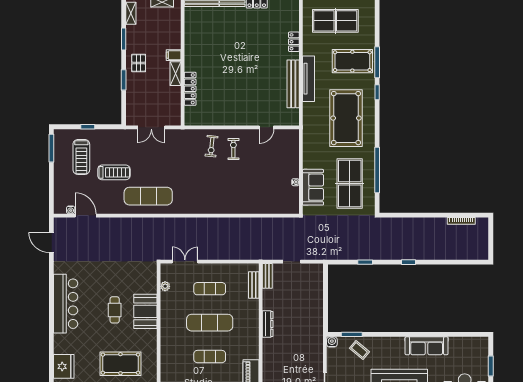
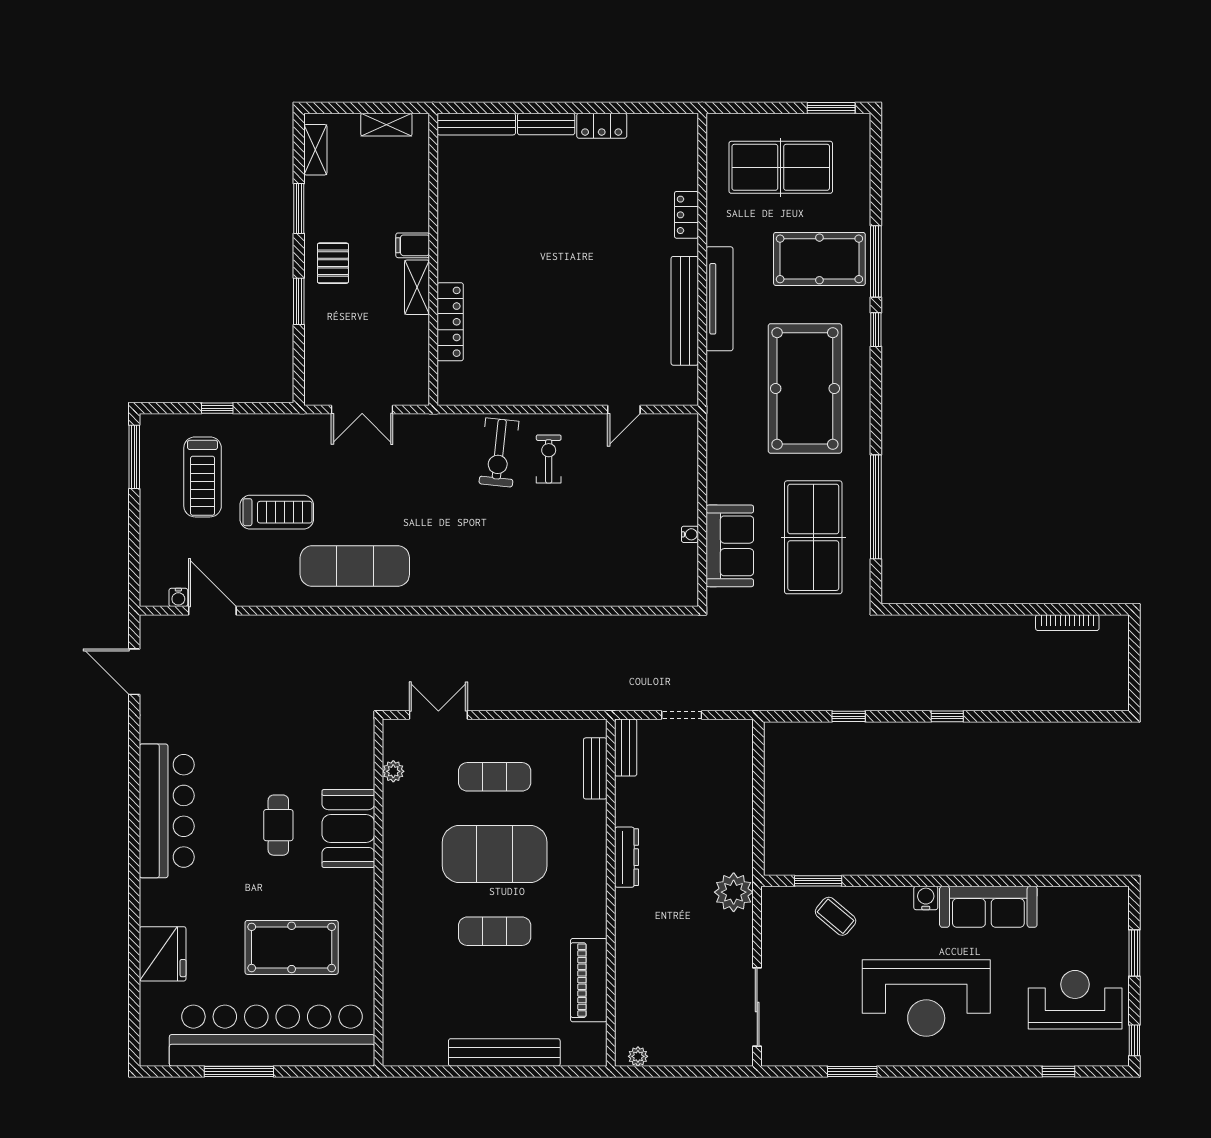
exercise bike: (212, 146) -> (499, 453), width x1.38, depth x1.39
exercise mat: (210, 323) -> (495, 854), width x1.47
plant: (315, 339) -> (734, 892), added
water cooler: (332, 342) -> (926, 898), moved

